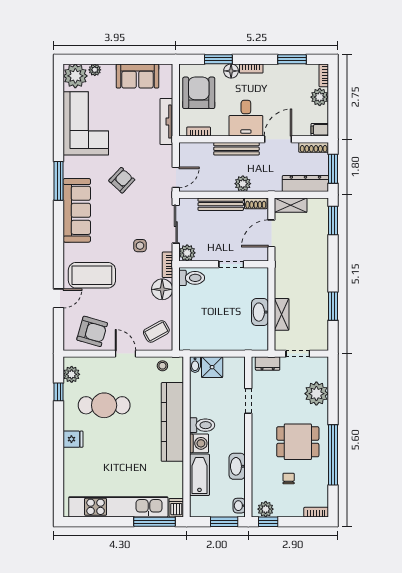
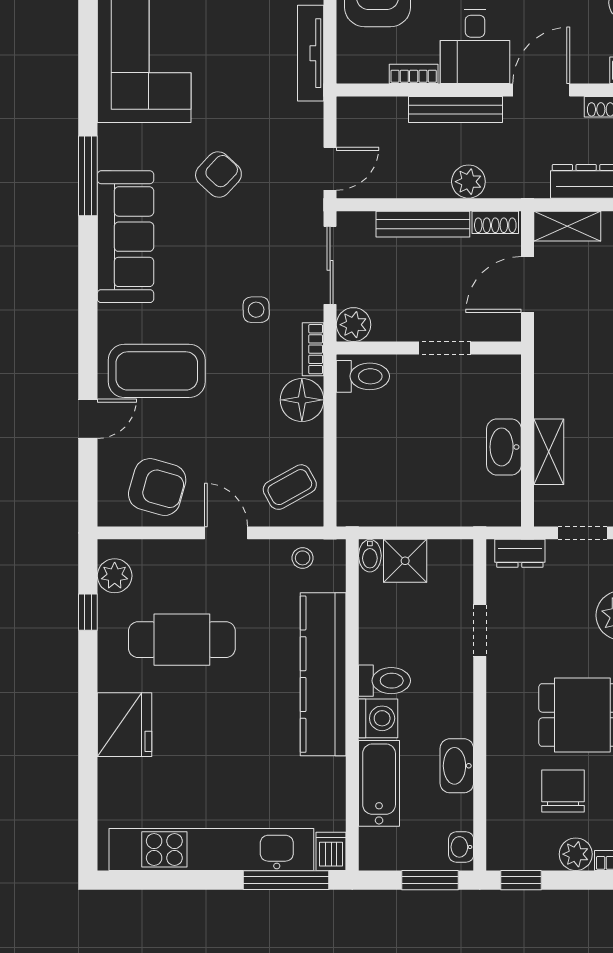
bookcase: (199, 132) -> (414, 74), moved
fridge: (73, 439) -> (125, 725), width x1.88, depth x1.34
chair: (289, 478) -> (563, 791), width x1.87, depth x1.87
plant: (266, 509) -> (576, 854), moved

